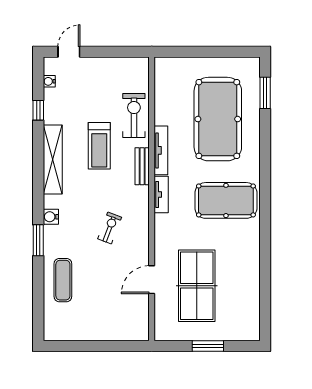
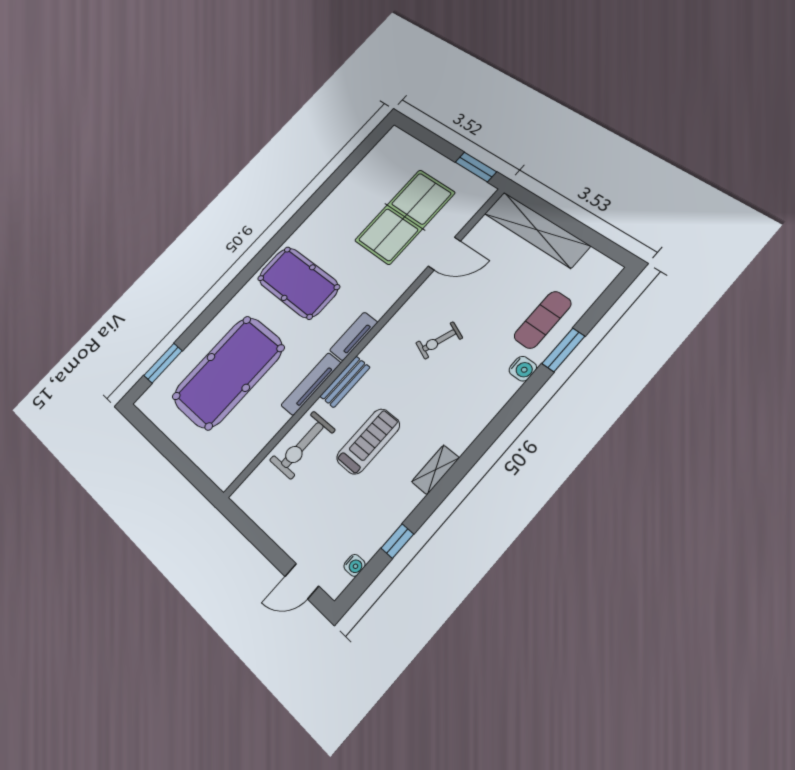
shelving: (53, 159) -> (435, 470), width x0.45, depth x0.75
water cooler: (51, 217) -> (523, 369), moved
window: (38, 240) -> (563, 350), moved
shelving: (110, 330) -> (537, 230), added
window: (208, 346) -> (476, 167), moved

